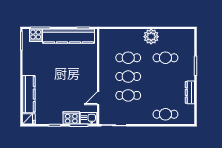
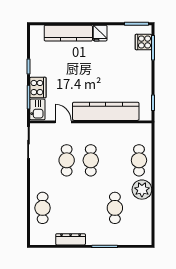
kitchen counter: (68, 36) -> (106, 111), moved, turned 90
cafe table: (128, 58) -> (139, 160), moved
fridge: (29, 119) -> (100, 33), moved

